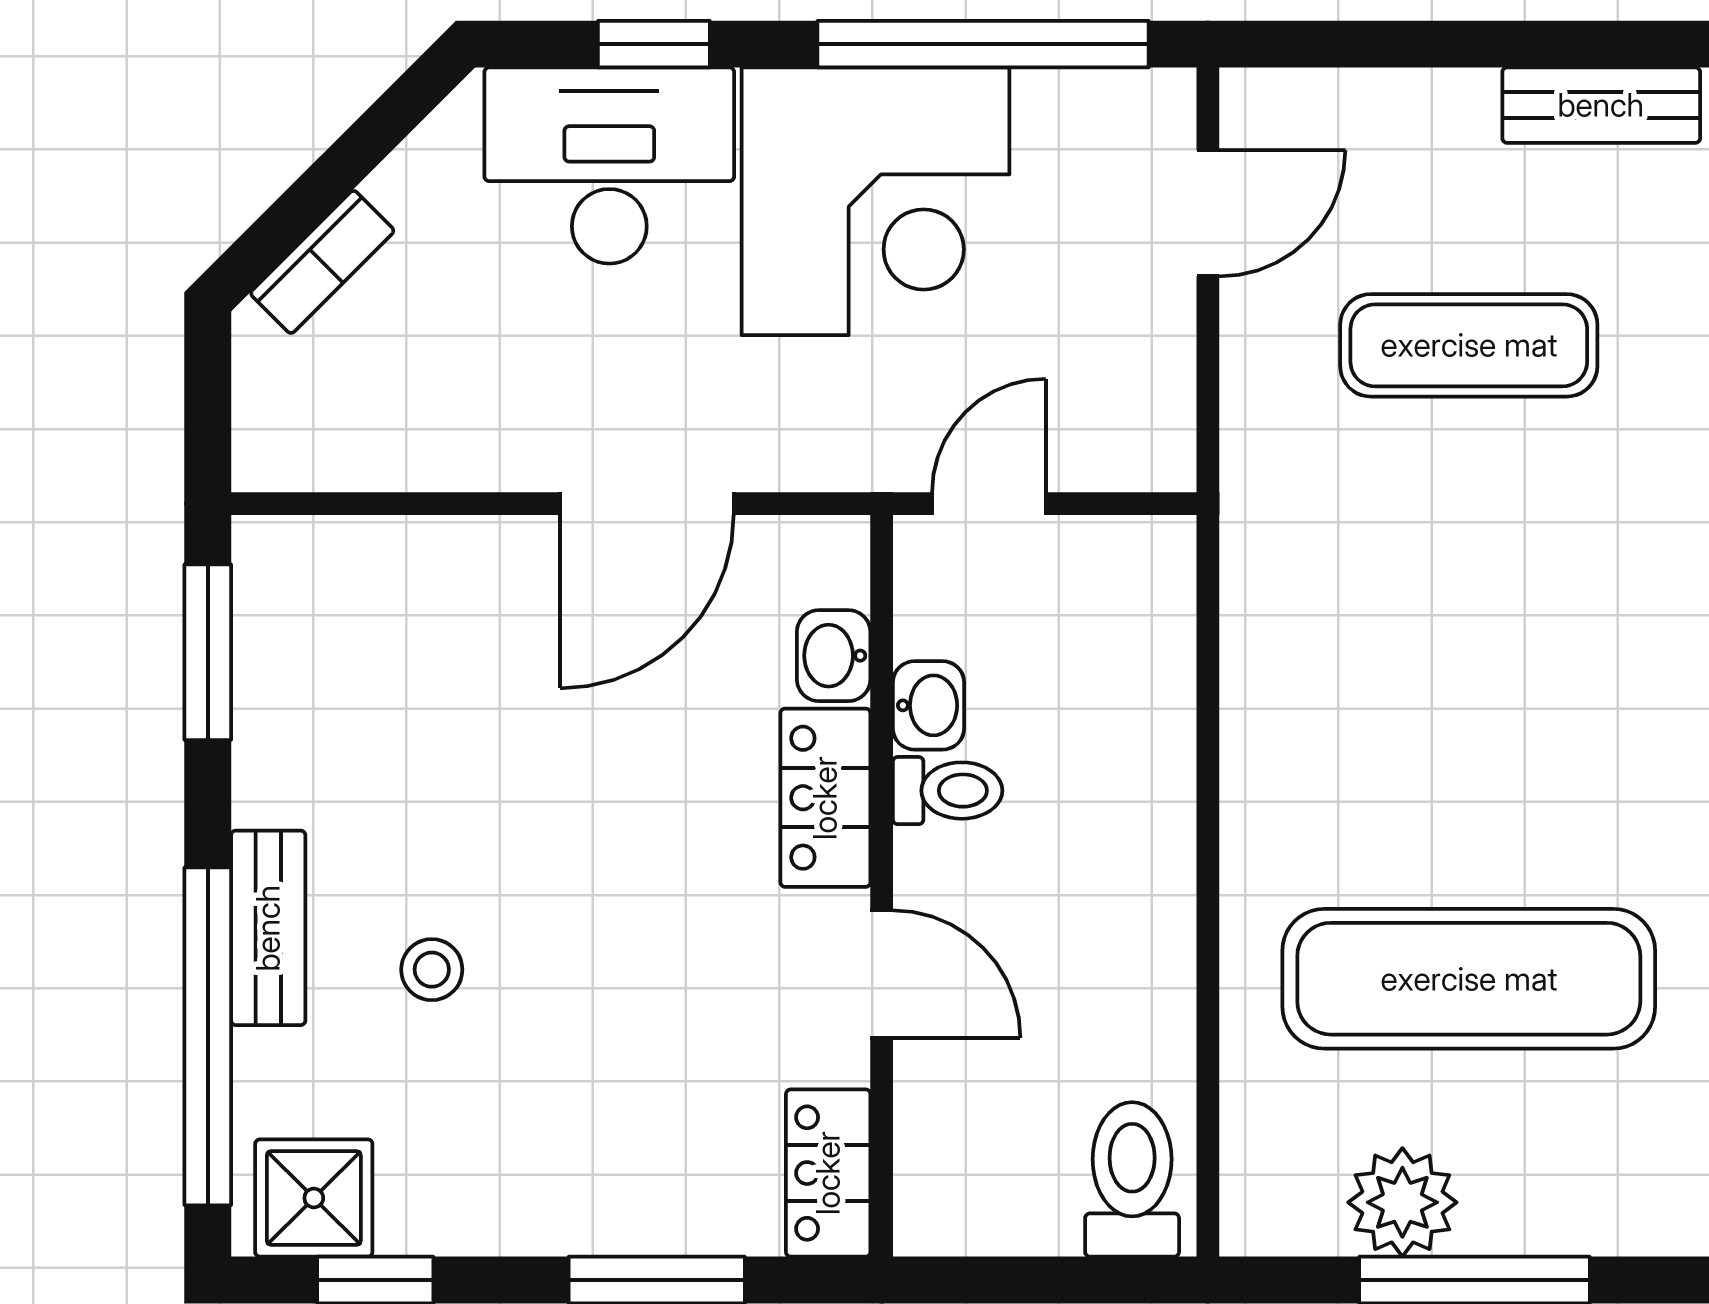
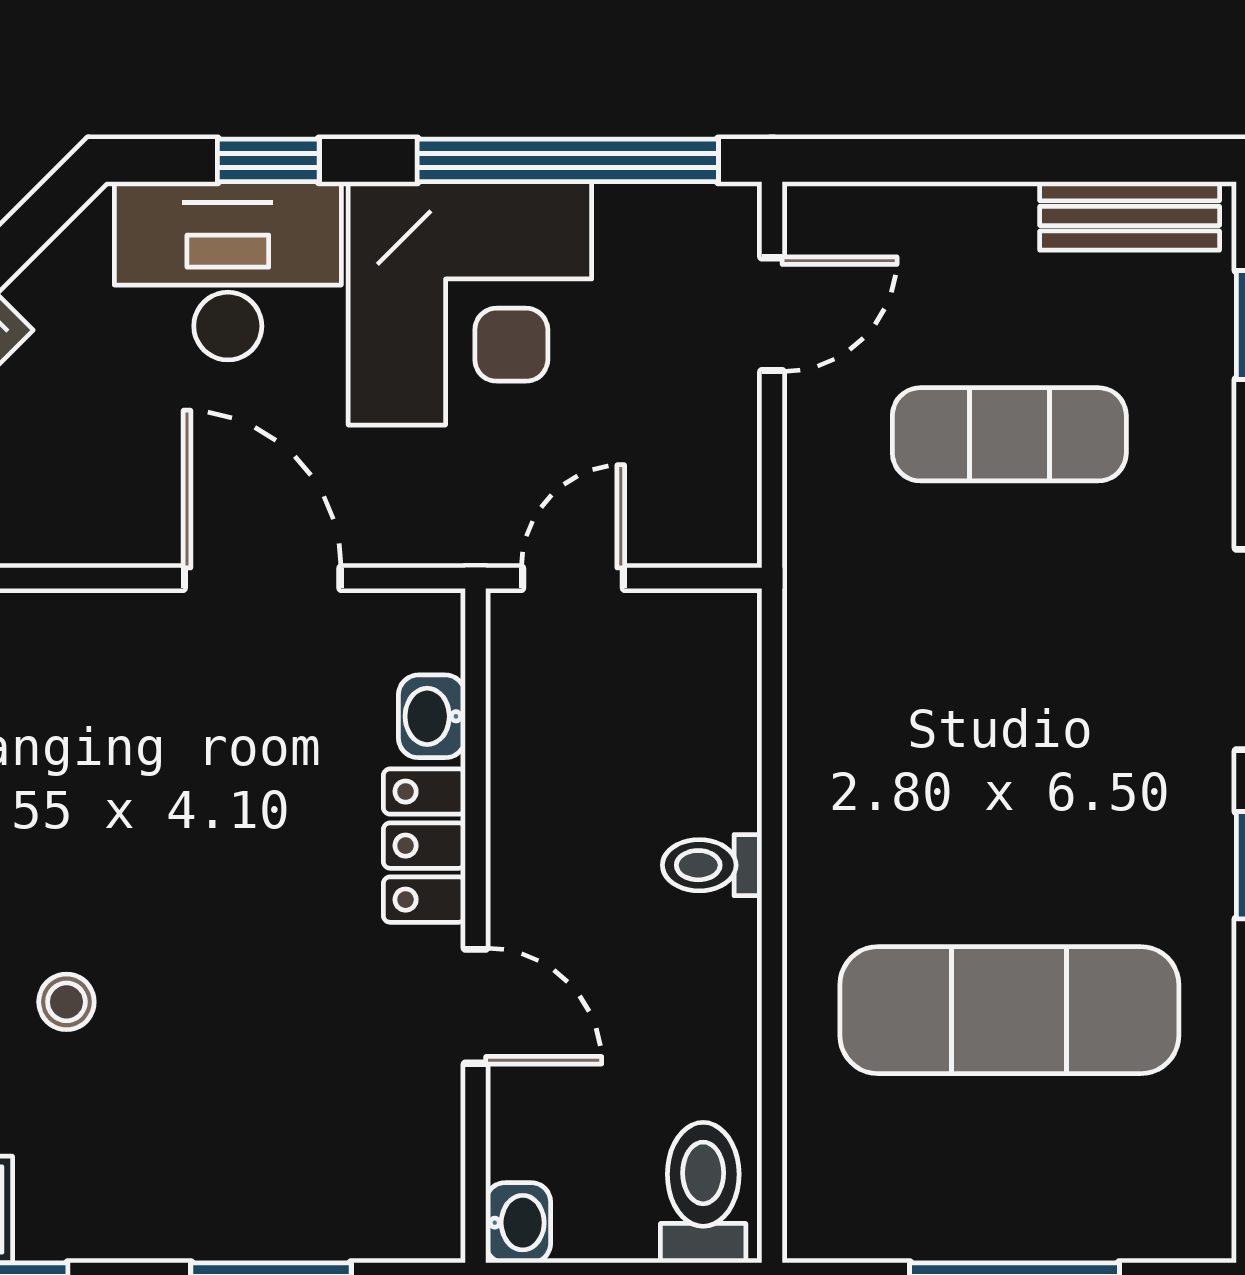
door: (647, 504) -> (262, 578), swing flipped
washbasin: (929, 705) -> (518, 1223), moved
toilet: (948, 791) -> (712, 865), moved, turned 180
locker: (828, 1173) -> (427, 1187), removed
plant: (1402, 1202) -> (949, 1213), removed

